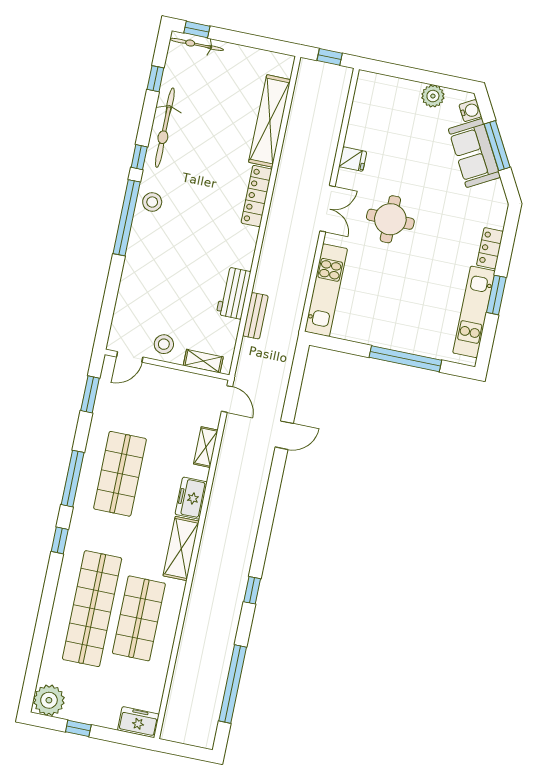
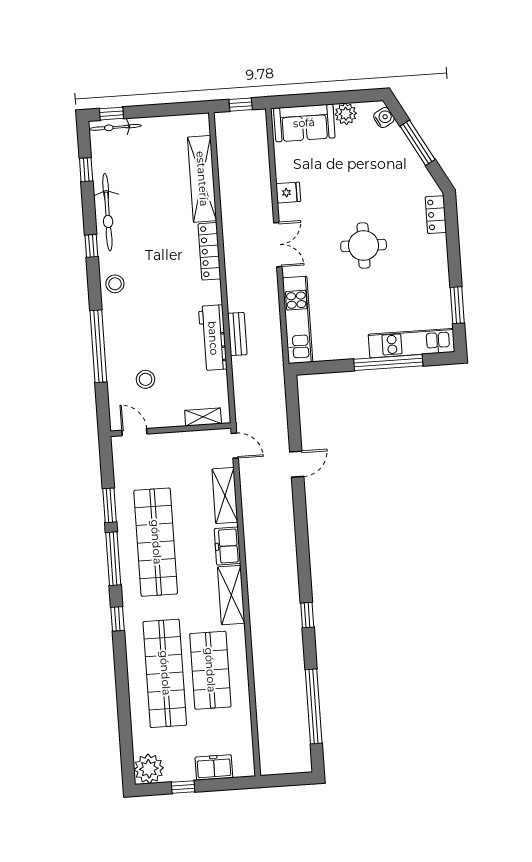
sofa: (474, 153) -> (304, 123), moved, turned -61
window: (127, 218) -> (98, 346), moved
round table: (390, 219) -> (364, 246), moved
locker: (490, 248) -> (436, 215), moved
workbench: (234, 293) -> (213, 338), width x1.37
window: (496, 295) -> (457, 305), moved
kitchen unit: (474, 312) -> (412, 343), moved, turned 90
bench: (255, 316) -> (237, 334), moved
stool: (164, 344) -> (145, 379), moved
door: (130, 357) -> (134, 432), swing flipped
window: (90, 394) -> (110, 505), moved
shelving: (206, 447) -> (225, 496), width x1.50, depth x1.33
shop shelf: (120, 474) -> (156, 542), width x1.40
freezer: (138, 722) -> (214, 767), moved

